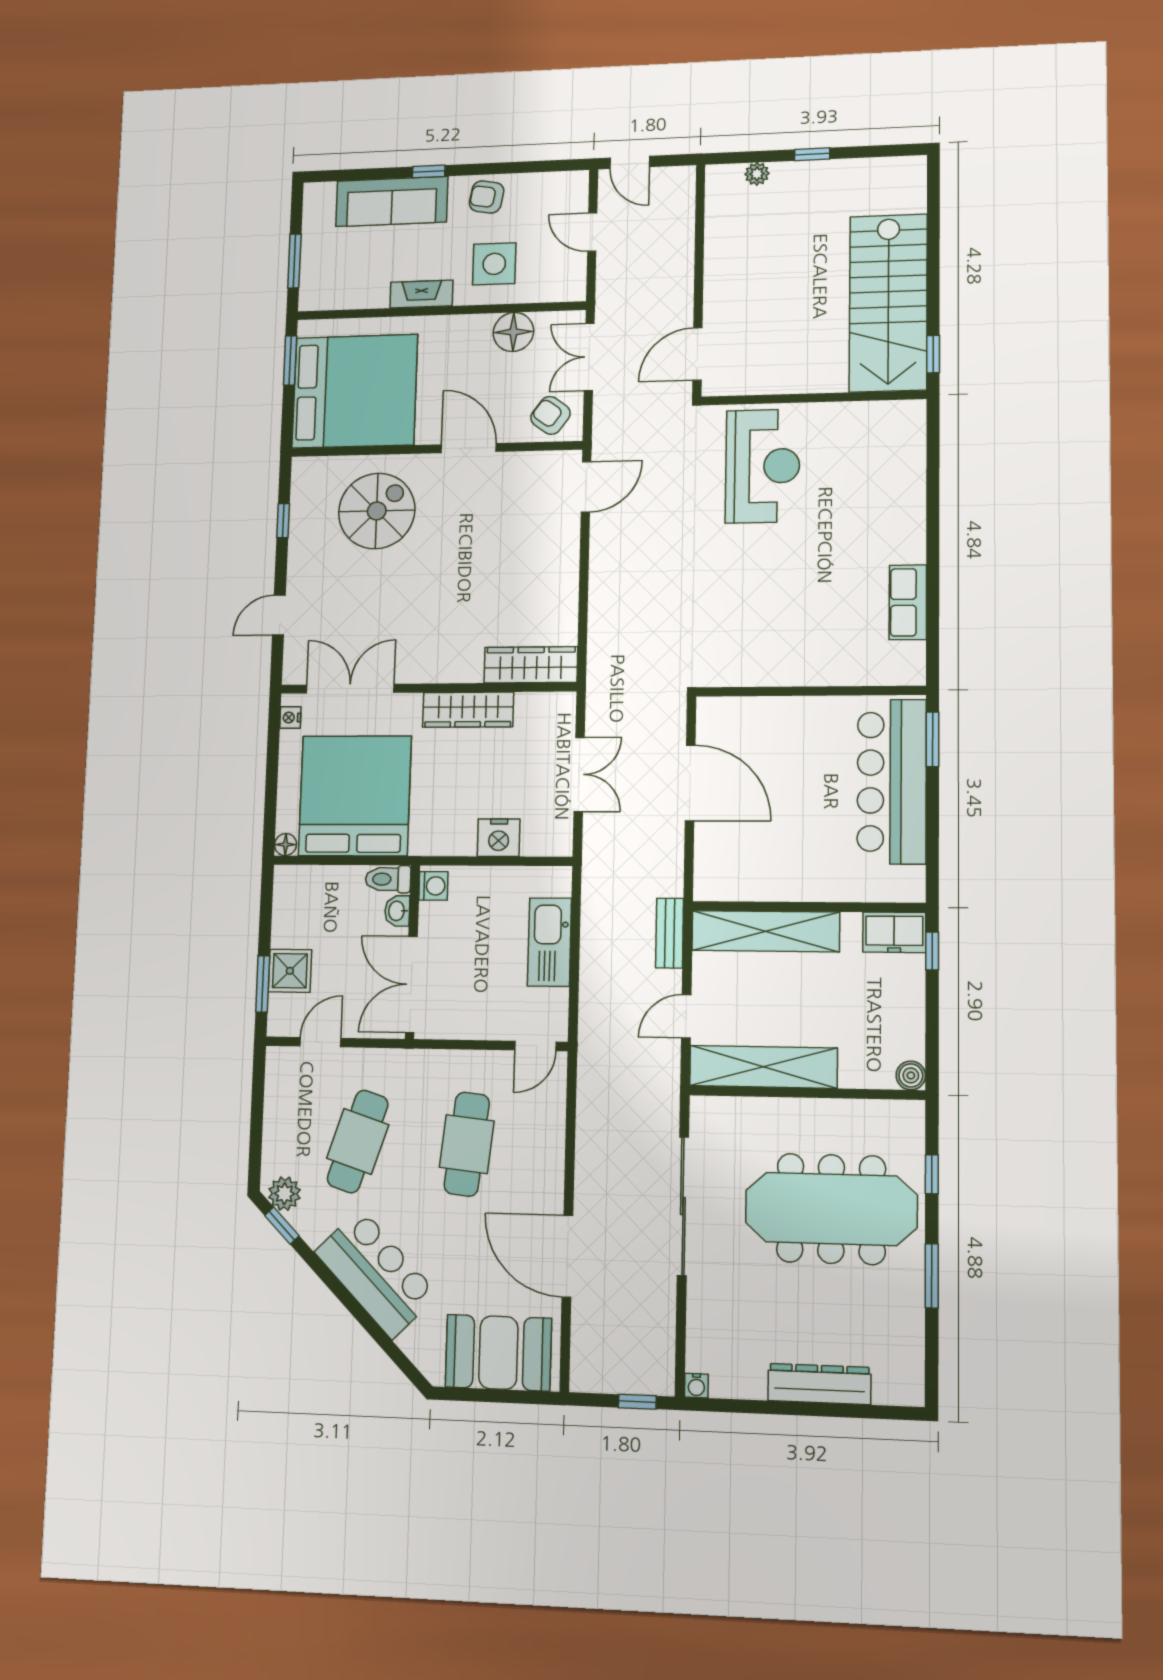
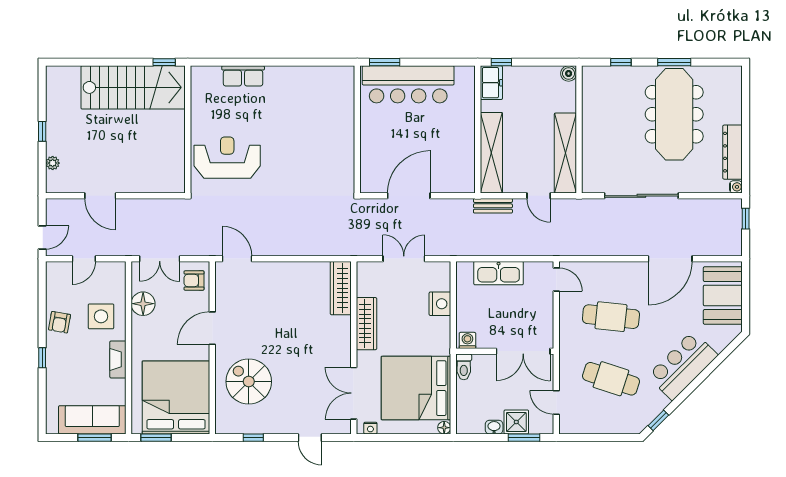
sofa: (392, 201) -> (92, 420), moved, turned -90
door: (697, 354) -> (100, 196), moved
armchair: (550, 415) -> (194, 280), turned 54
row of seats: (908, 602) -> (243, 76), moved
washbasin: (397, 911) -> (494, 427), moved, turned 180
plant: (284, 1194) -> (641, 420), removed
meeting table: (831, 1209) -> (674, 114), moved
dresser: (819, 1384) -> (733, 152), moved

